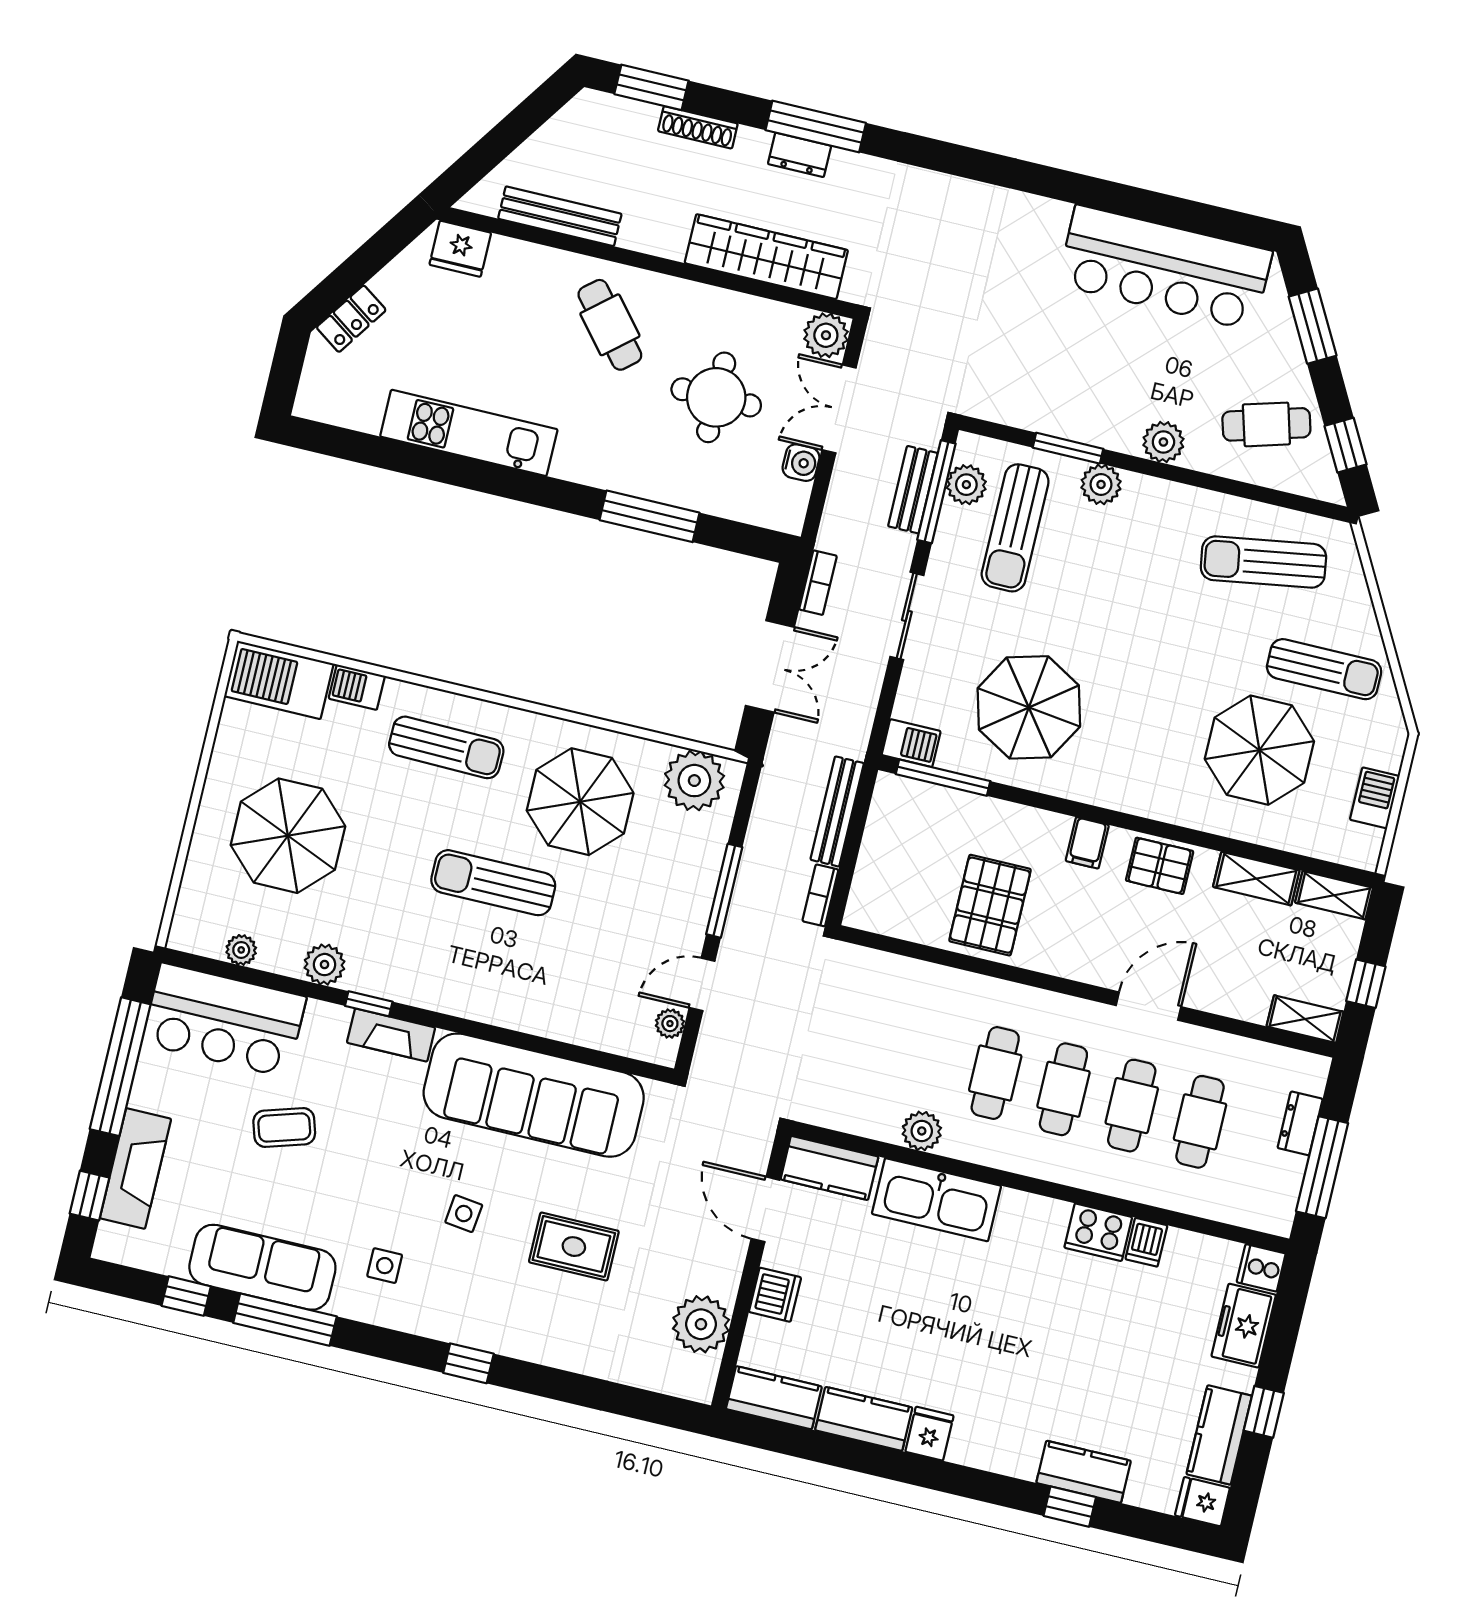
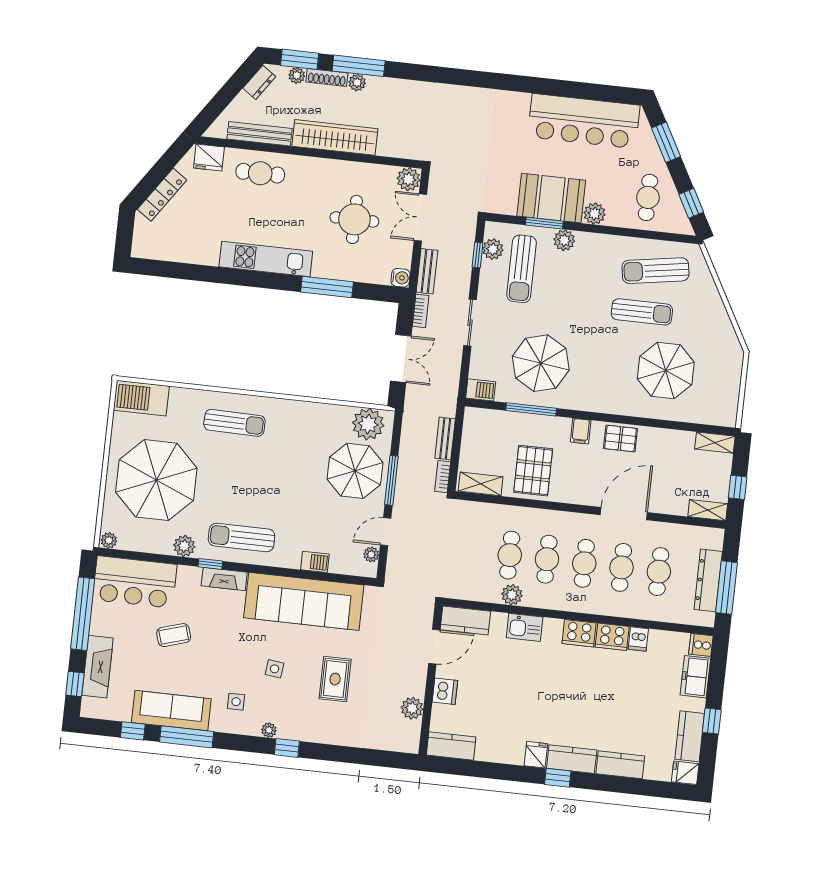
plant: (642, 117) -> (297, 75), added
window: (816, 126) -> (359, 66), moved
plant: (753, 144) -> (357, 83), added
dresser: (799, 155) -> (259, 82), moved, turned -55
wardrobe: (766, 257) -> (335, 137), moved
locker: (351, 319) -> (162, 195), width x1.53
cafe table: (610, 325) -> (260, 173), moved, turned -50
booth: (1087, 403) -> (551, 198), added
cafe table: (1266, 424) -> (648, 197), turned -74
kitchen unit: (469, 433) -> (266, 259), moved
water cooler: (801, 463) -> (400, 278), moved
bench: (913, 490) -> (427, 271), moved
window: (936, 492) -> (477, 255), width x0.46
sun lounger: (1324, 669) -> (642, 312), moved
barbecue: (357, 687) -> (315, 562), moved, turned 180
window: (943, 778) -> (531, 409), moved
barbecue: (1375, 798) -> (730, 388), removed
parasol: (580, 802) -> (355, 471), moved
bench: (837, 811) -> (445, 439), width x0.73
parasol: (288, 836) -> (156, 480), width x1.36, depth x1.36
shelving: (1256, 879) -> (481, 484), moved
sun lounger: (493, 883) -> (241, 538), moved
plant: (241, 950) -> (109, 540), moved
door: (1148, 1006) -> (624, 514), width x1.36
cafe table: (927, 1057) -> (510, 555), added
dresser: (1300, 1123) -> (708, 580), width x1.96, depth x1.24
kitchen sink: (936, 1200) -> (525, 627), width x0.53, depth x0.81
door: (766, 1209) -> (434, 647), swing flipped
cooker: (1038, 1218) -> (579, 633), added
rug: (574, 1247) -> (335, 679), turned 90
plant: (701, 1324) -> (412, 708), width x0.73, depth x0.73
plant: (439, 1326) -> (269, 730), added
kitchen counter: (864, 1419) -> (572, 759), moved
window: (1070, 1507) -> (558, 778), moved

